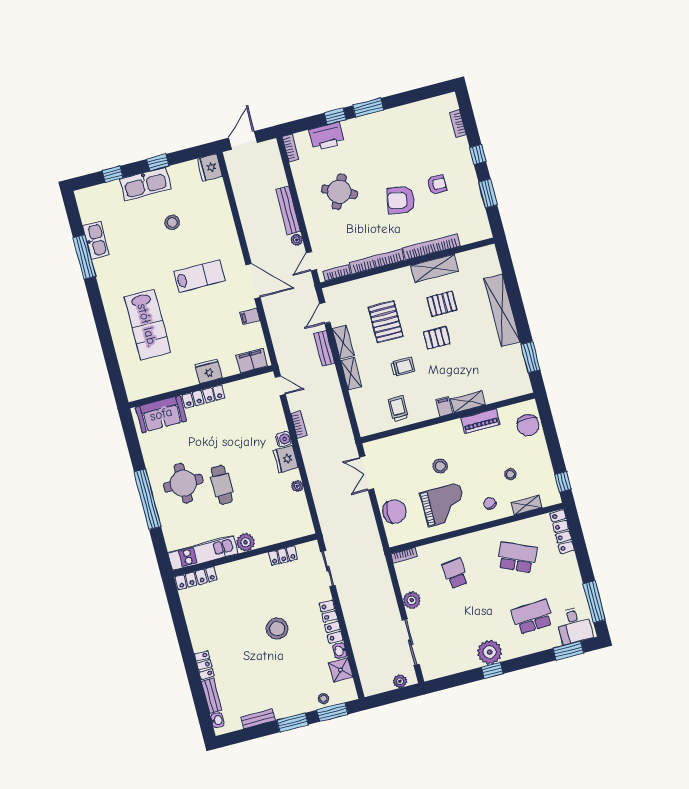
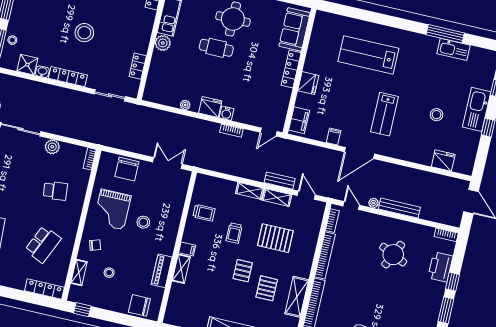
fridge: (210, 168) -> (443, 161), moved
armchair: (401, 200) -> (362, 298), removed

